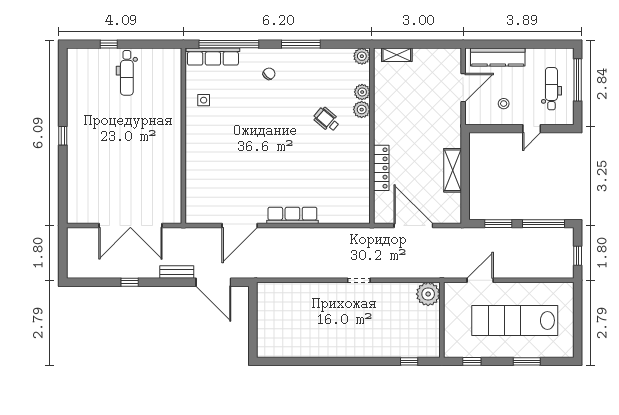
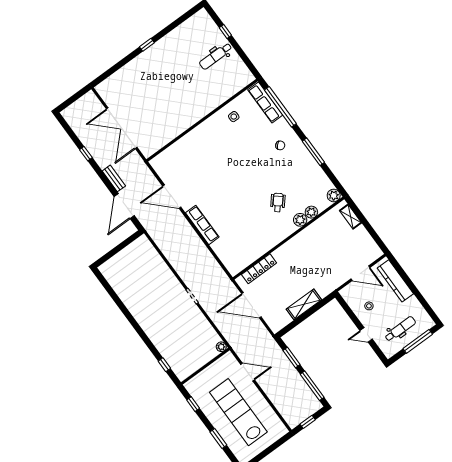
locker: (381, 168) -> (259, 269), moved
door: (413, 226) -> (251, 305), swing flipped
plant: (428, 294) -> (221, 347), width x0.53, depth x0.53

